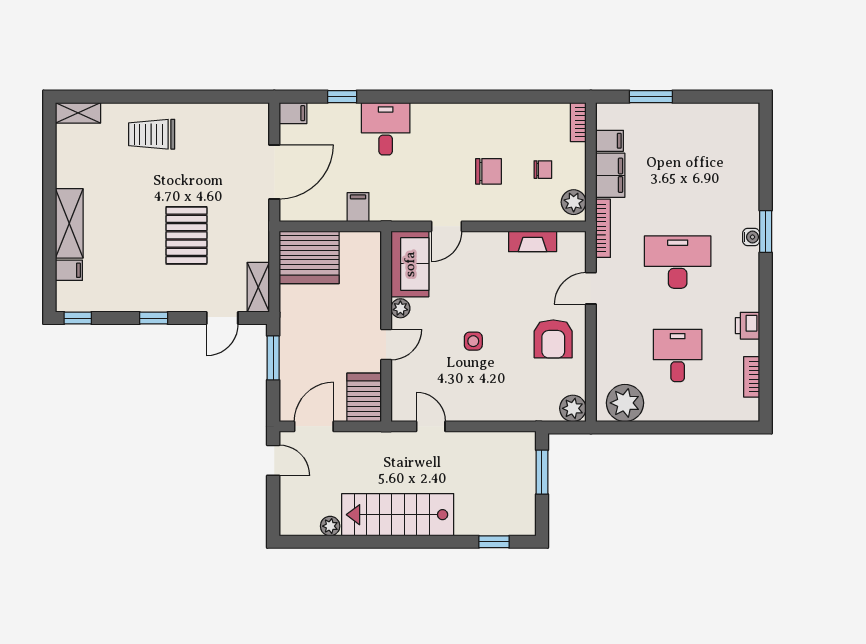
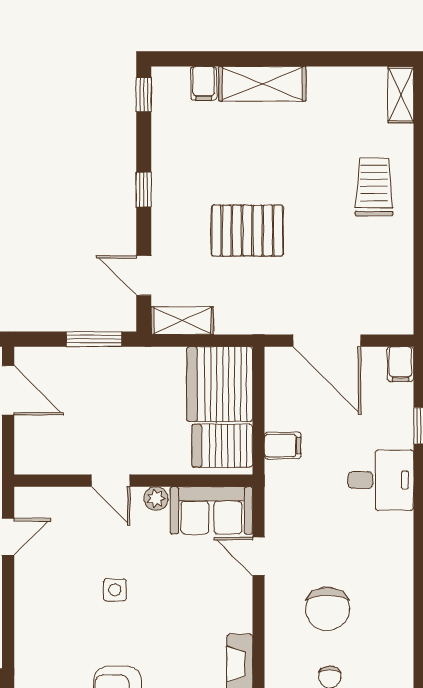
chair: (488, 171) -> (327, 609), width x1.37, depth x1.37
server rack: (364, 397) -> (222, 446), moved, turned 180

